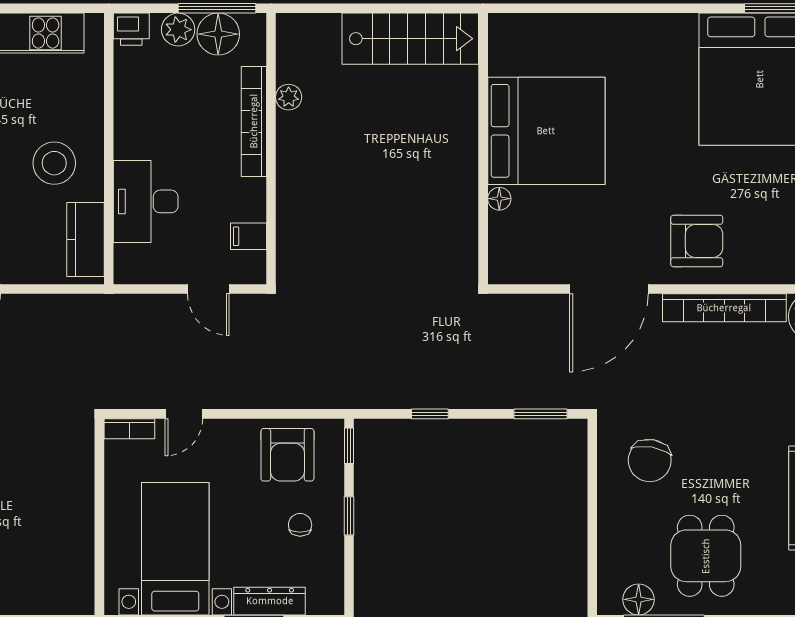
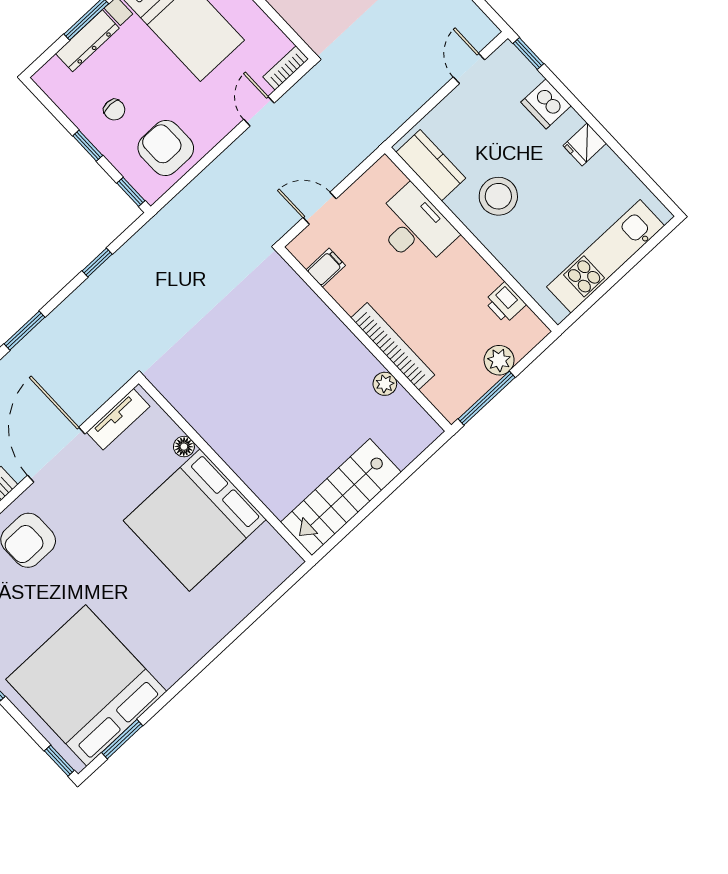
printer: (131, 29) -> (505, 303), moved, turned -90
floor lamp: (218, 34) -> (470, 382), removed
tv unit: (532, 271) -> (118, 419), added

